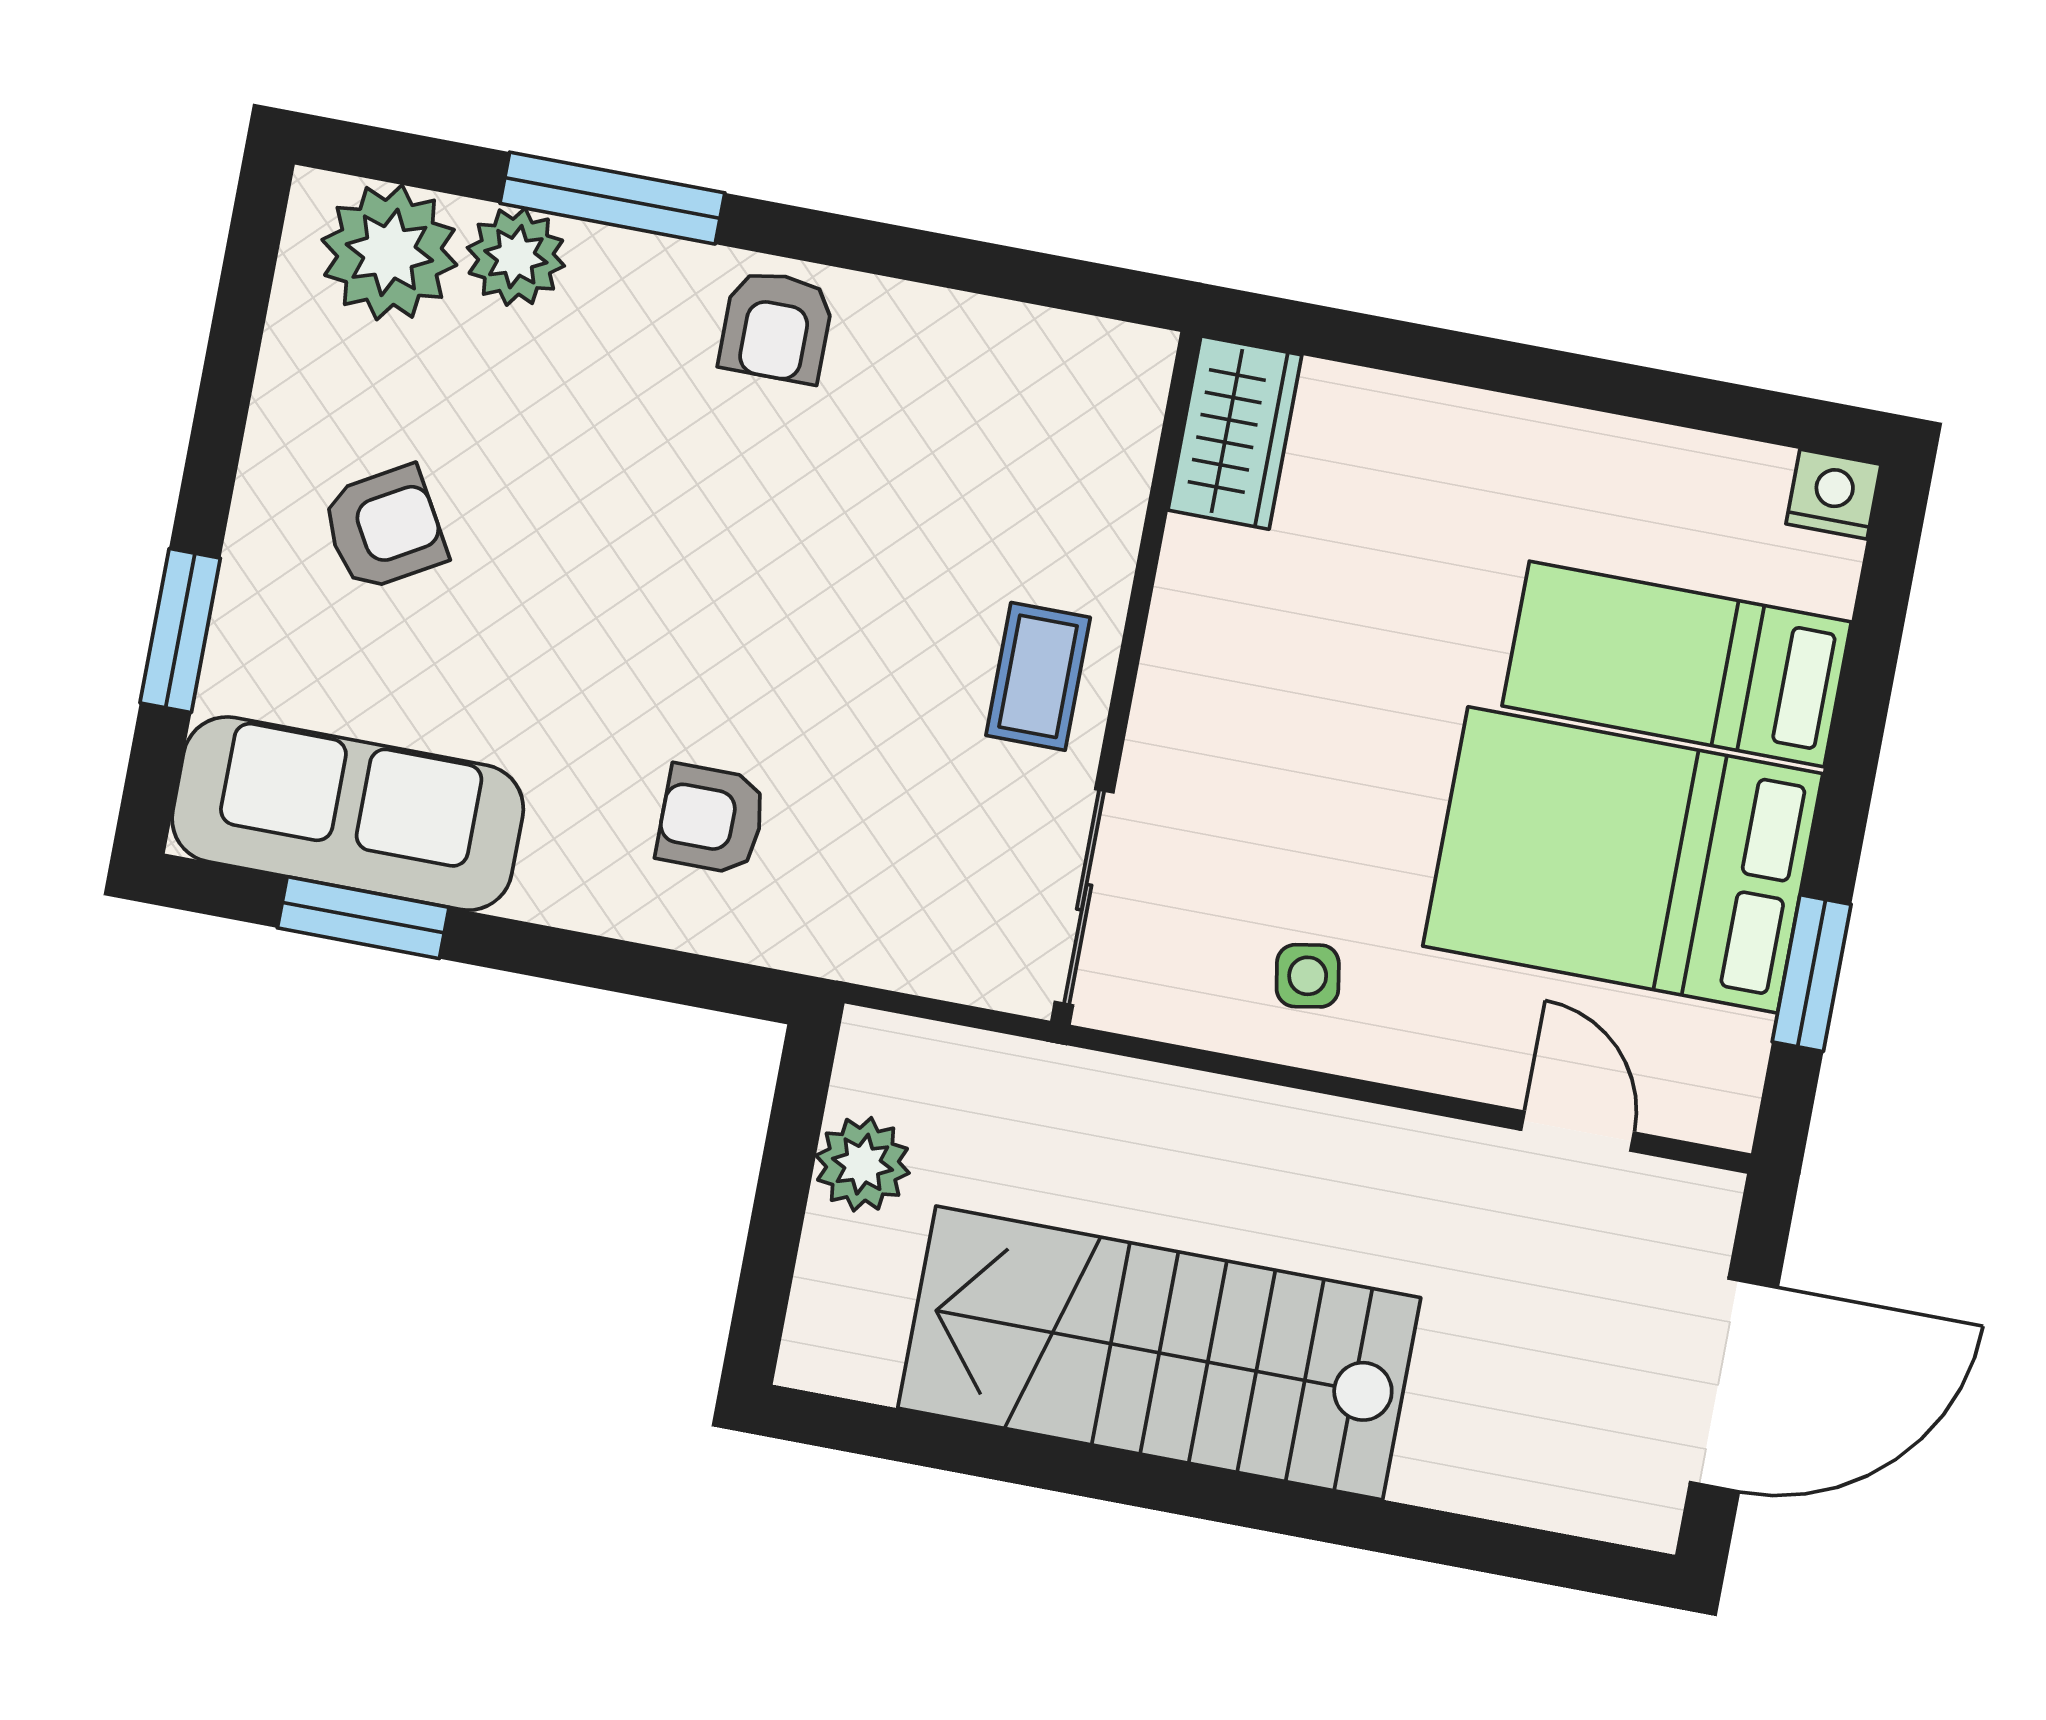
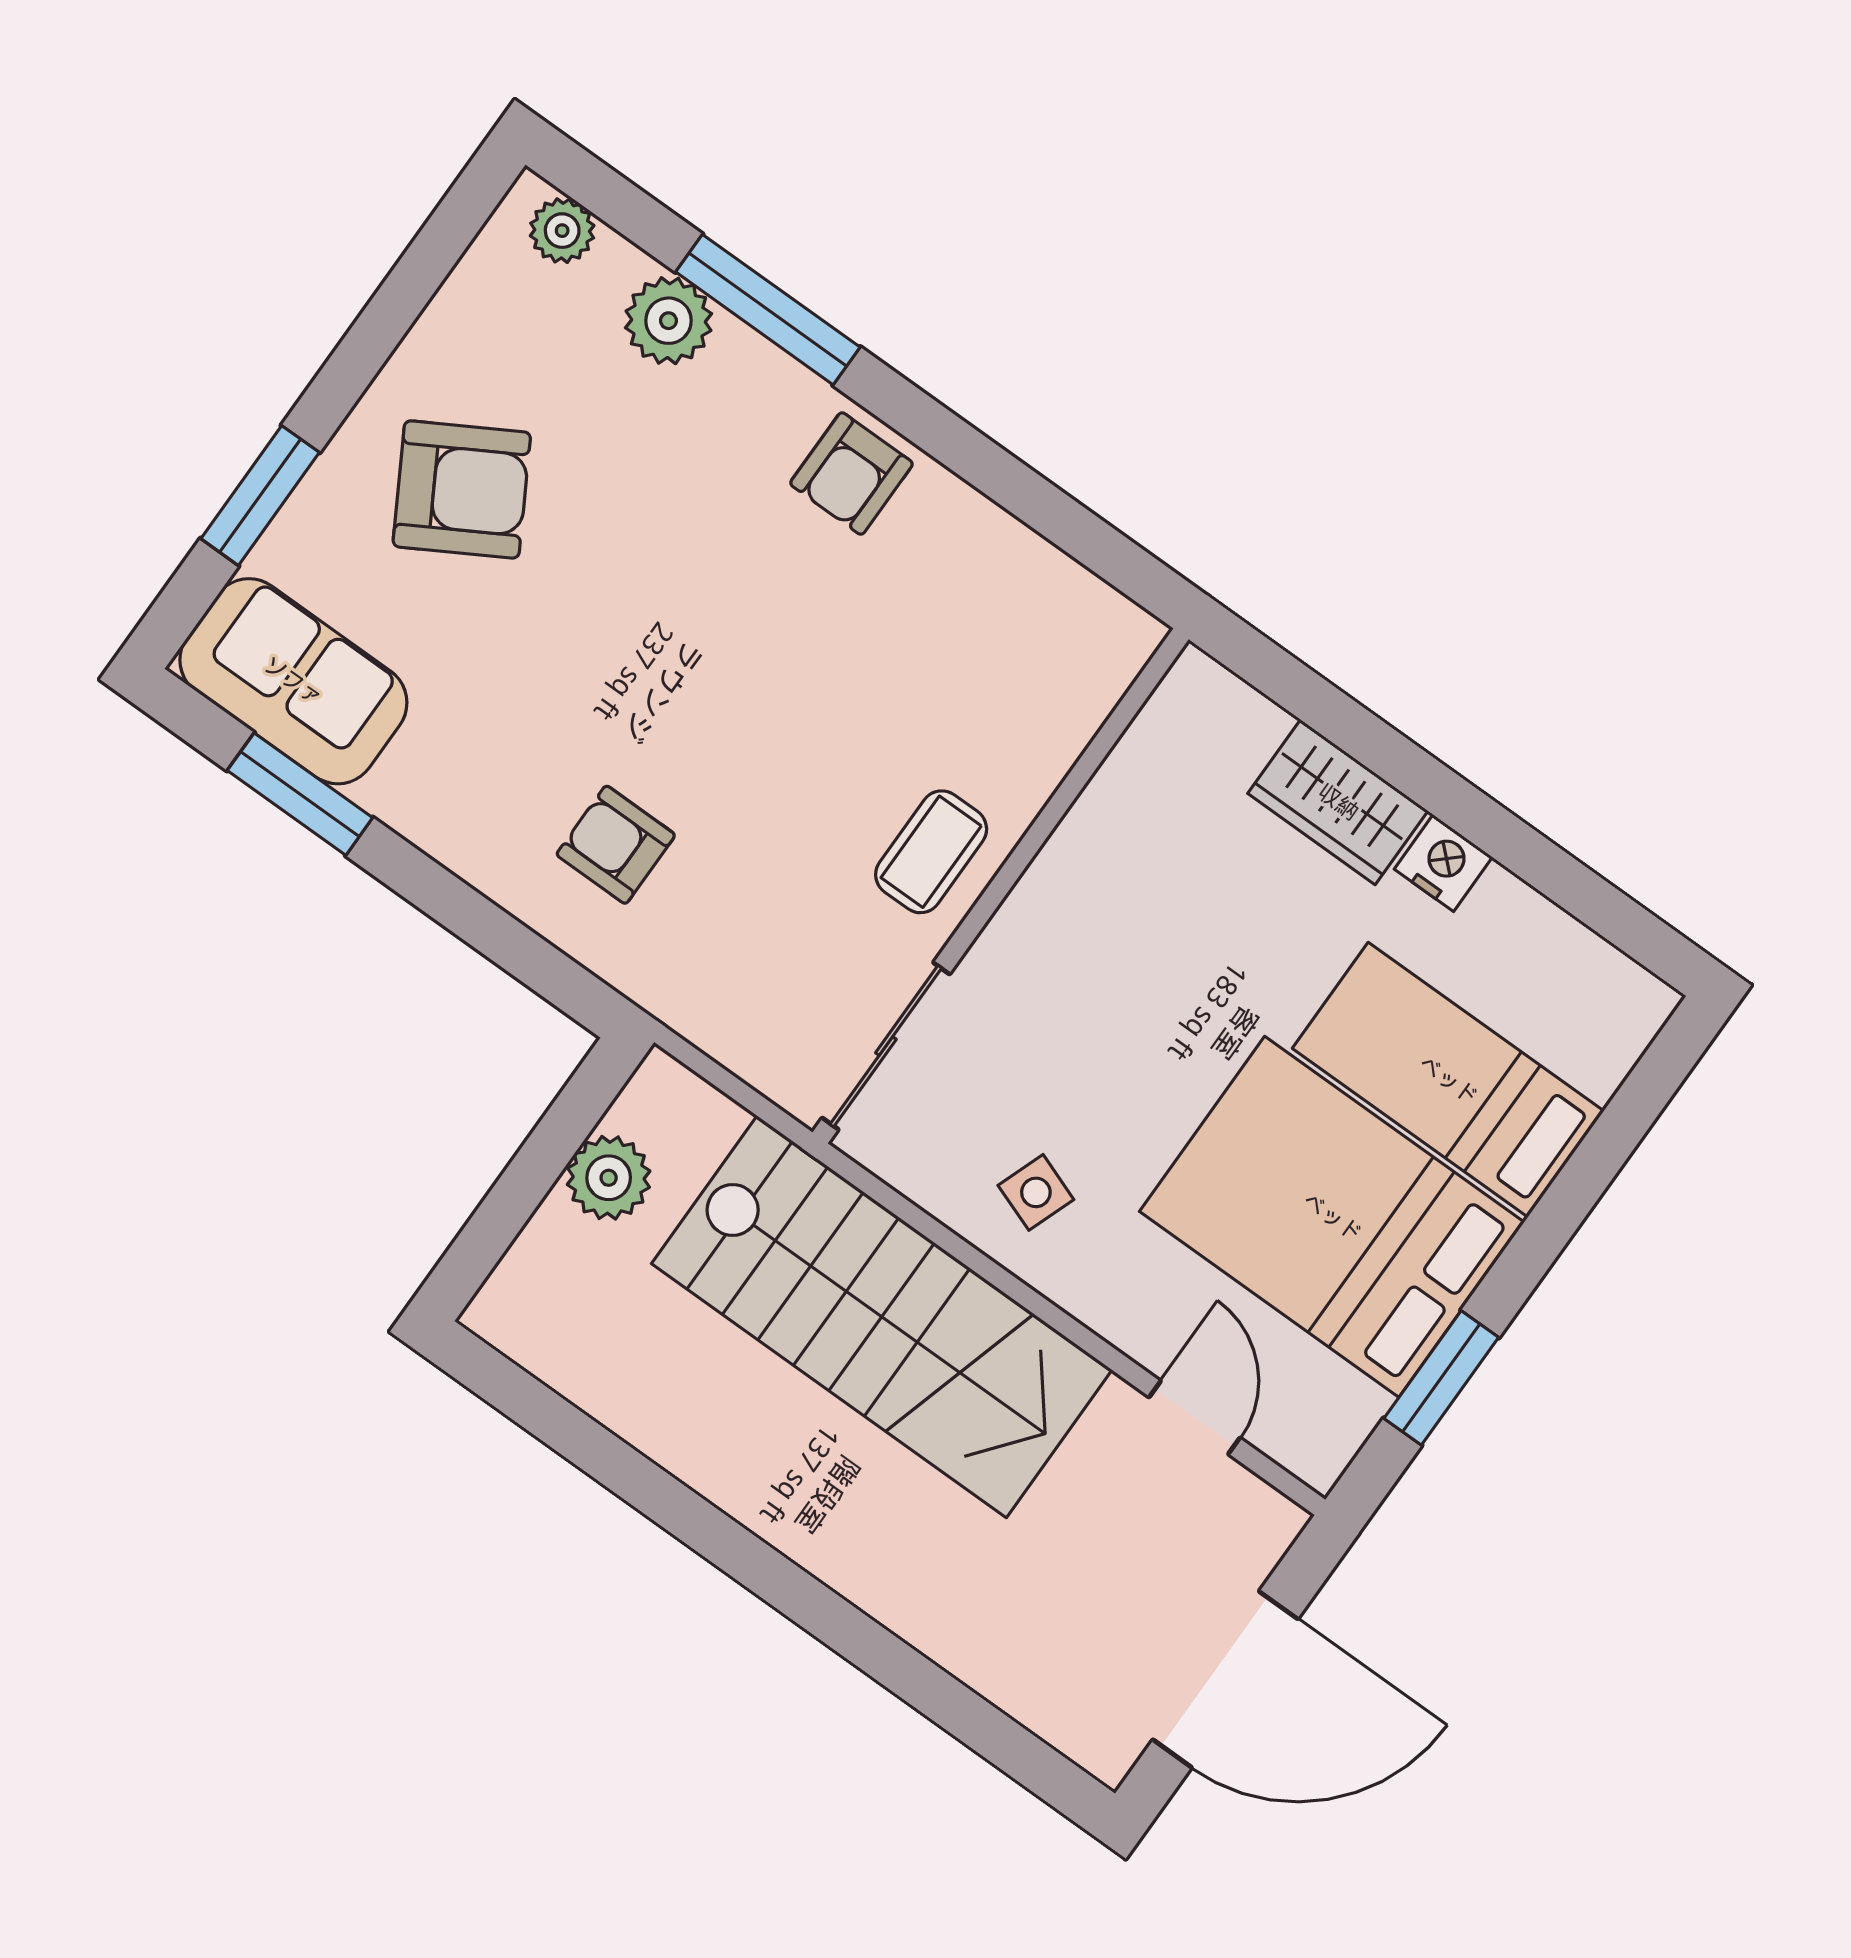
plant: (389, 252) -> (562, 231), width x0.53, depth x0.53
wardrobe: (1235, 433) -> (1338, 802), moved, turned 90
nightstand: (1834, 494) -> (1443, 863), moved
armchair: (384, 528) -> (462, 489), width x1.38, depth x1.38
sofa: (348, 814) -> (293, 681), width x0.73
side table: (1308, 976) -> (1036, 1192), turned 30
stairs: (1159, 1353) -> (882, 1317), moved, turned 180

